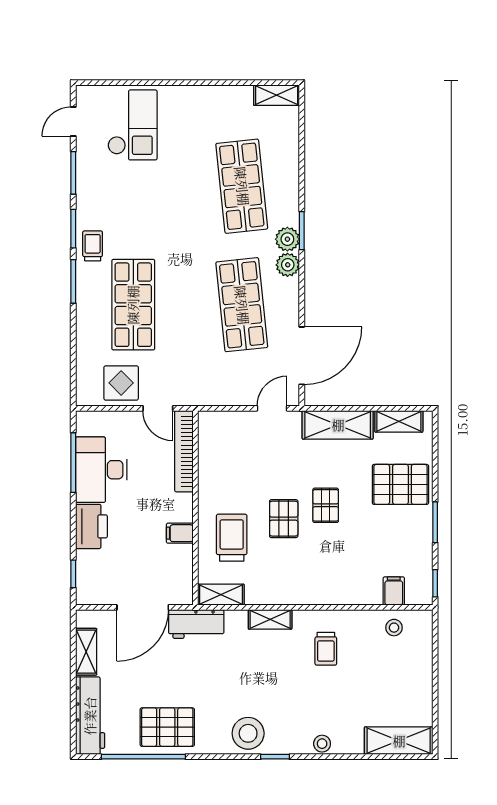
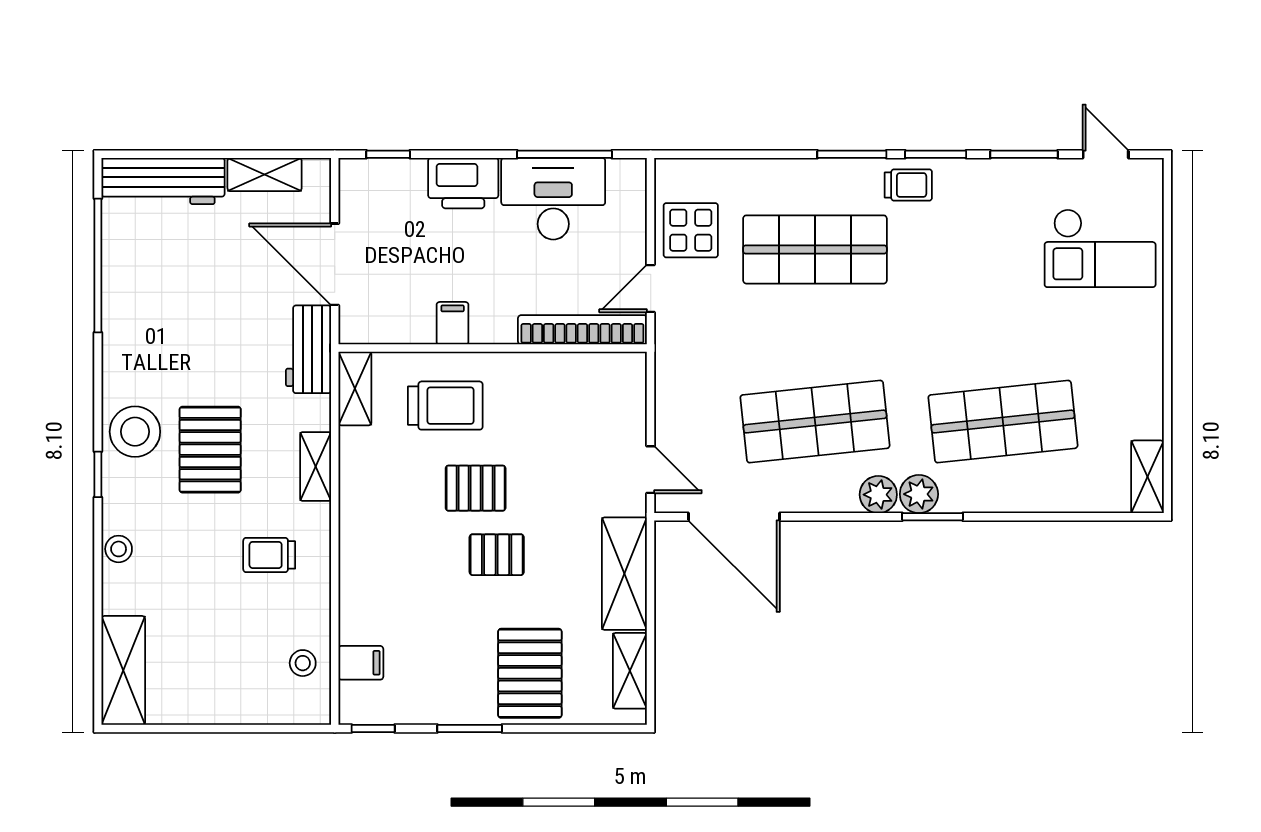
pallet: (167, 727) -> (210, 450), moved

